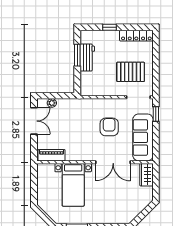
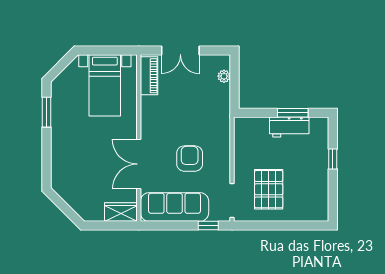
locker: (136, 36) -> (321, 198), removed
double door: (34, 121) -> (180, 51), moved
armchair: (109, 127) -> (190, 159), turned -90
bed with nightstands: (73, 185) -> (105, 85), moved, turned -90

